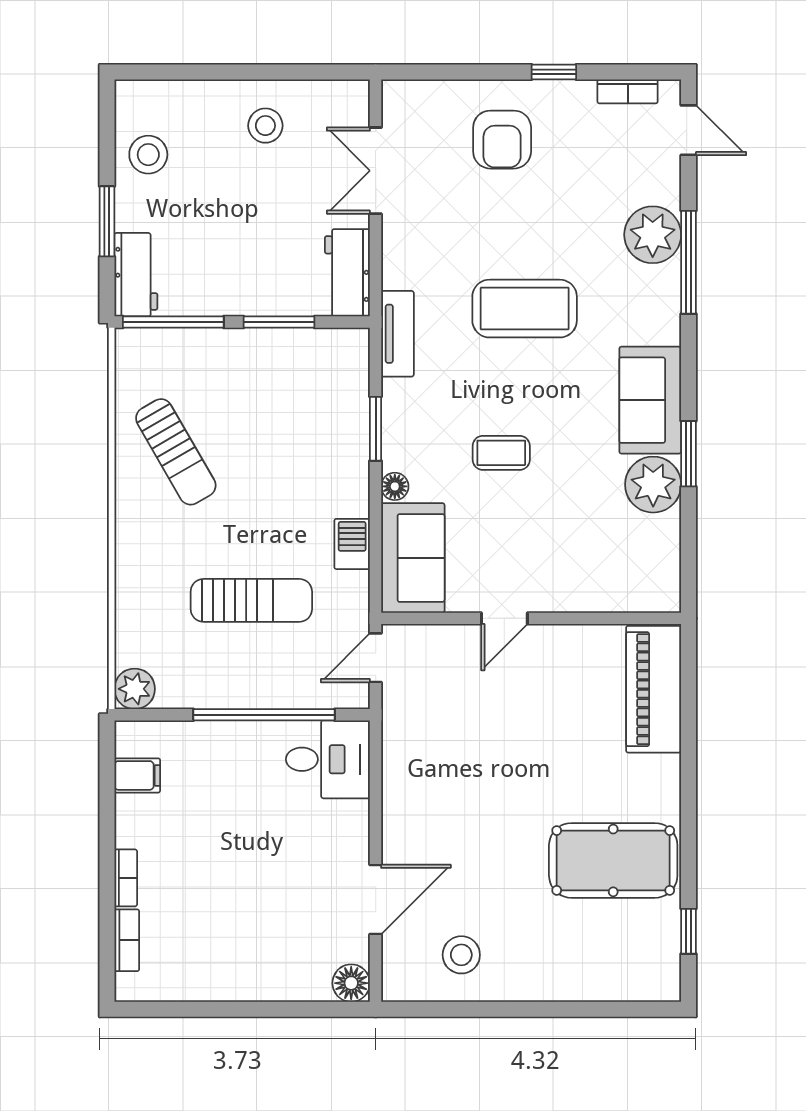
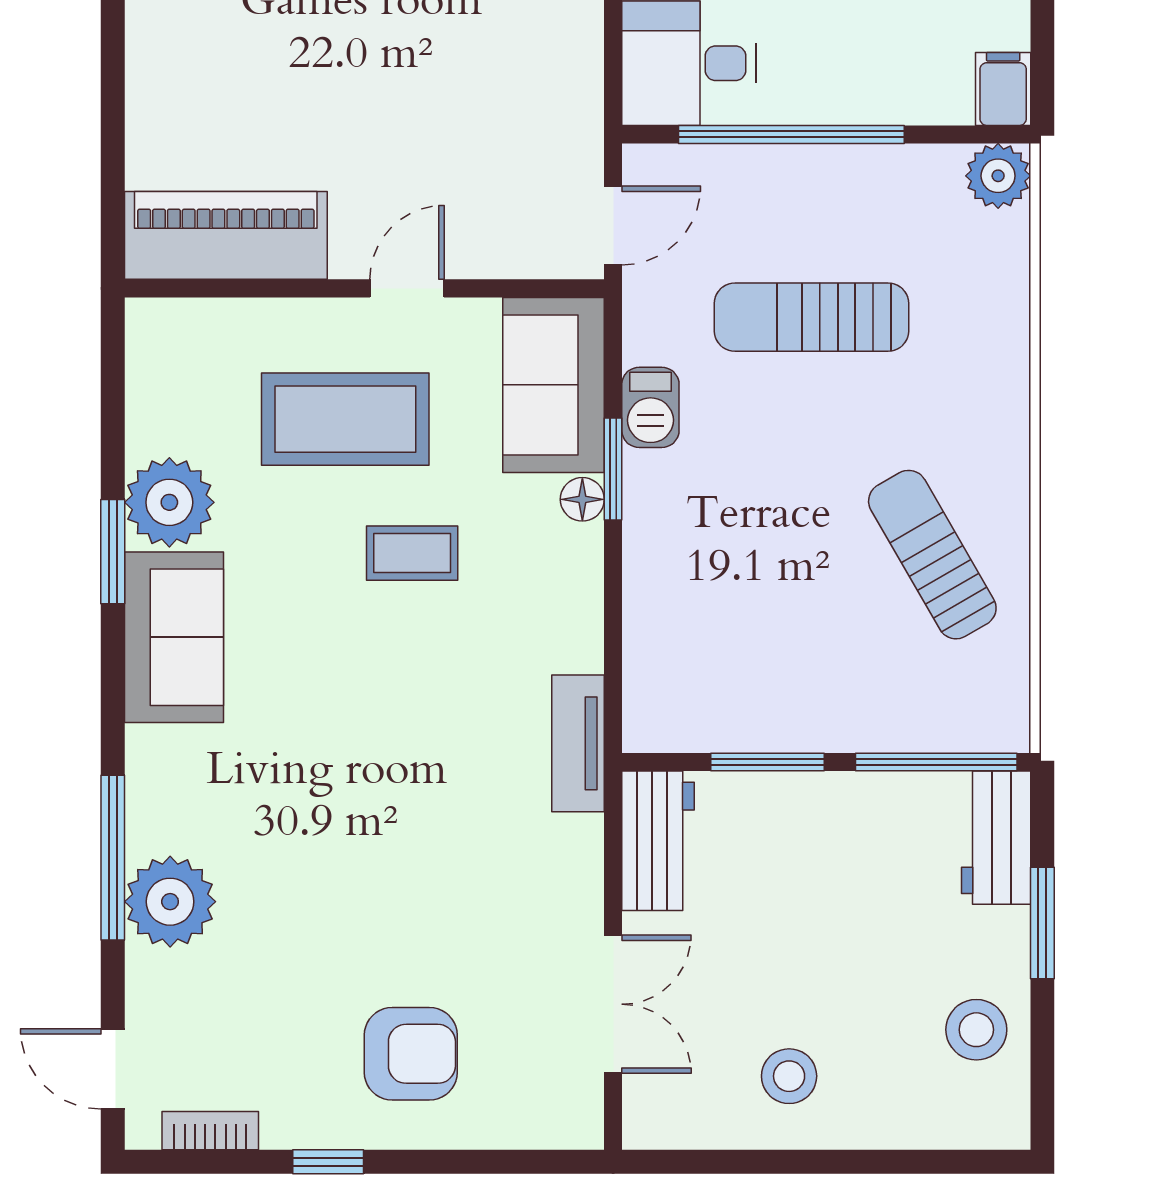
armchair: (502, 140) -> (411, 1054), turned 90
coffee table: (525, 309) -> (345, 419), moved
window: (376, 429) -> (613, 469), moved
piano: (654, 689) -> (226, 235), moved, turned -90
filing cabinet: (137, 775) -> (1003, 89), moved, turned 90

